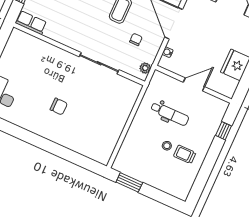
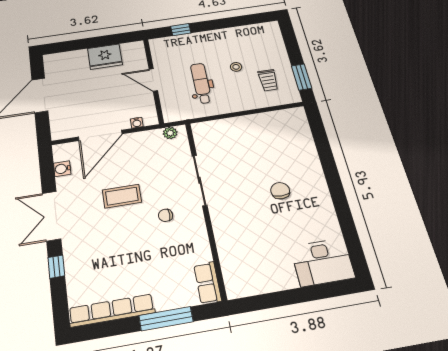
chair: (136, 39) -> (166, 215), moved
trolley: (185, 154) -> (268, 80), moved

